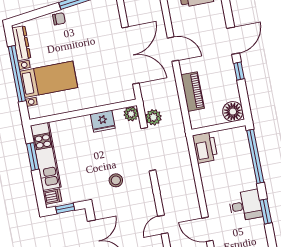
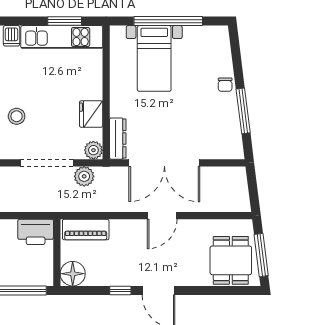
dresser: (21, 43) -> (118, 139), moved, turned -90
piano: (193, 92) -> (86, 230), moved

